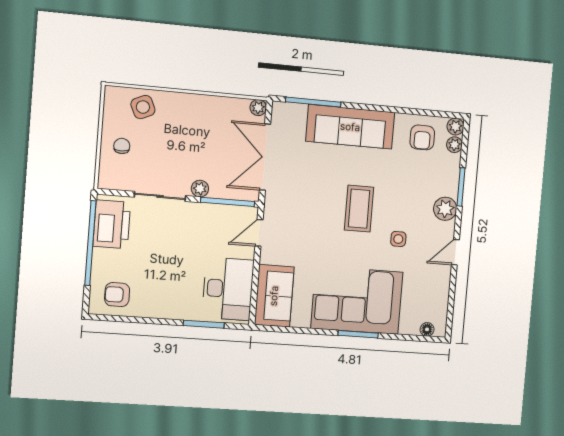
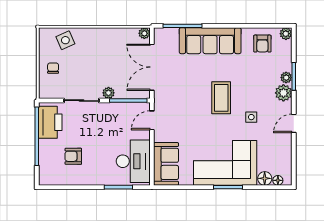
plant: (454, 145) -> (286, 78), moved
armchair: (117, 295) -> (73, 156), moved
floor lamp: (409, 325) -> (265, 178), added

